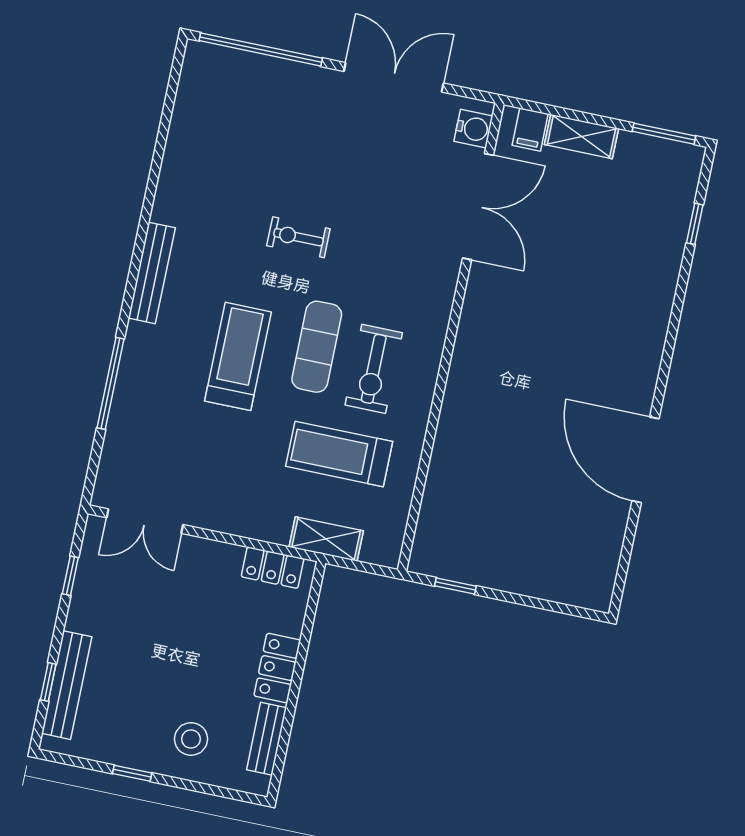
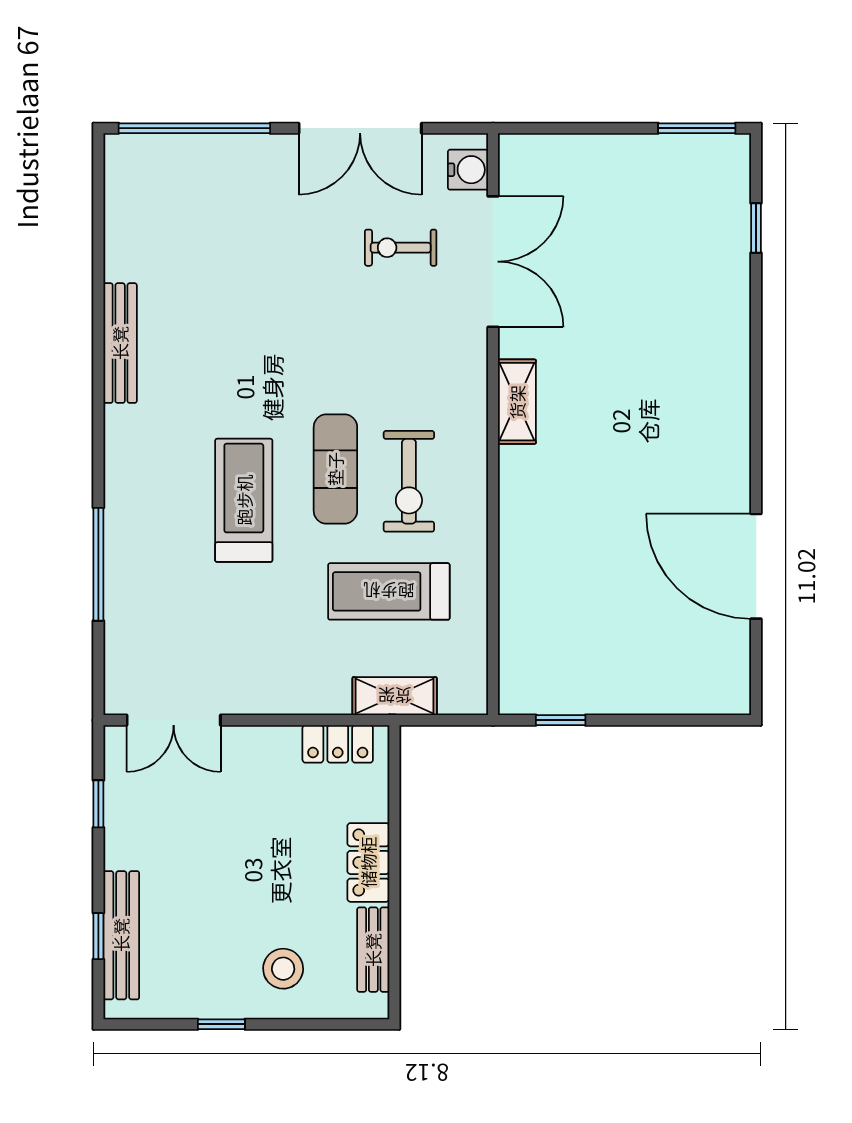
double door: (394, 77) -> (360, 128), swing flipped
filing cabinet: (530, 130) -> (536, 157), removed
shelving: (581, 137) -> (517, 402), moved, turned 90
exercise bike: (298, 237) -> (401, 248), moved
bench: (152, 273) -> (120, 343), moved
door: (645, 460) -> (756, 566), moved

